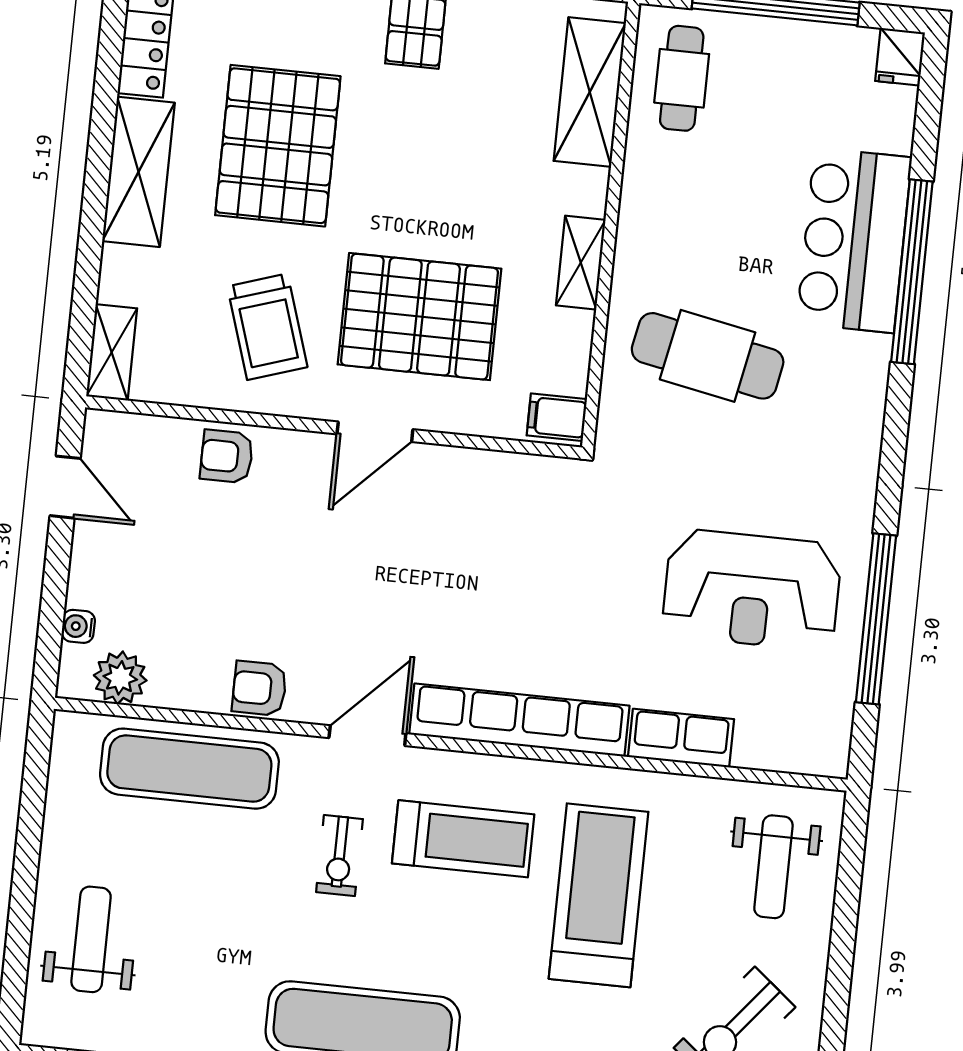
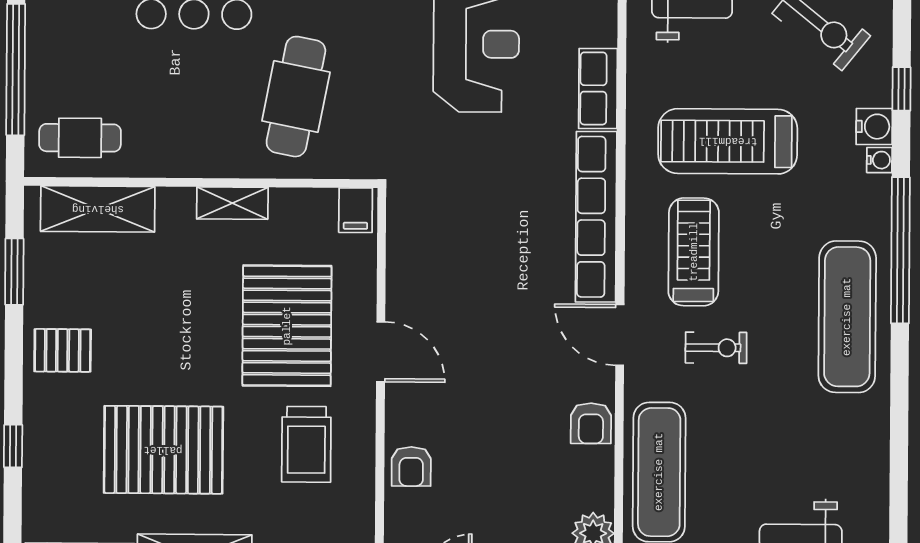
trolley: (267, 327) -> (306, 444), turned 108

